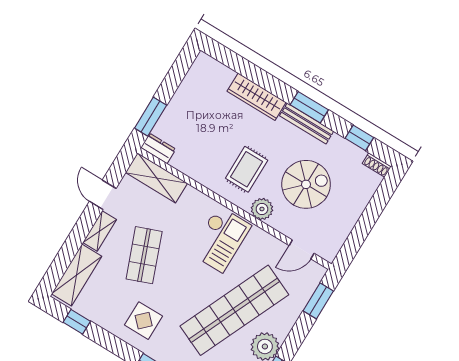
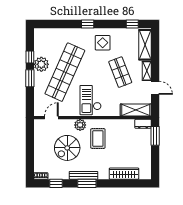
wardrobe: (257, 97) -> (124, 174), moved
window: (318, 301) -> (30, 78), moved

